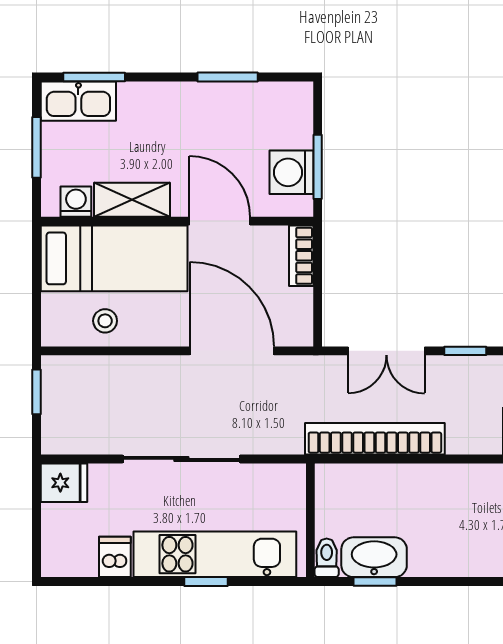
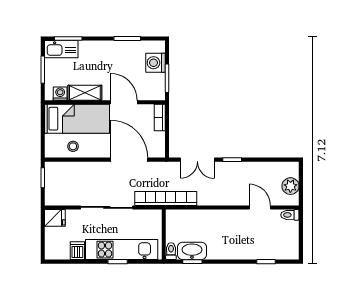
washing machine: (291, 172) -> (155, 63), moved
bookcase: (375, 439) -> (166, 198), moved

